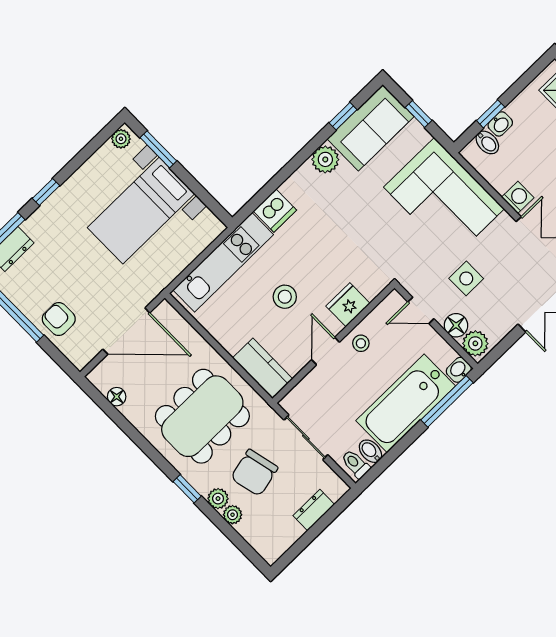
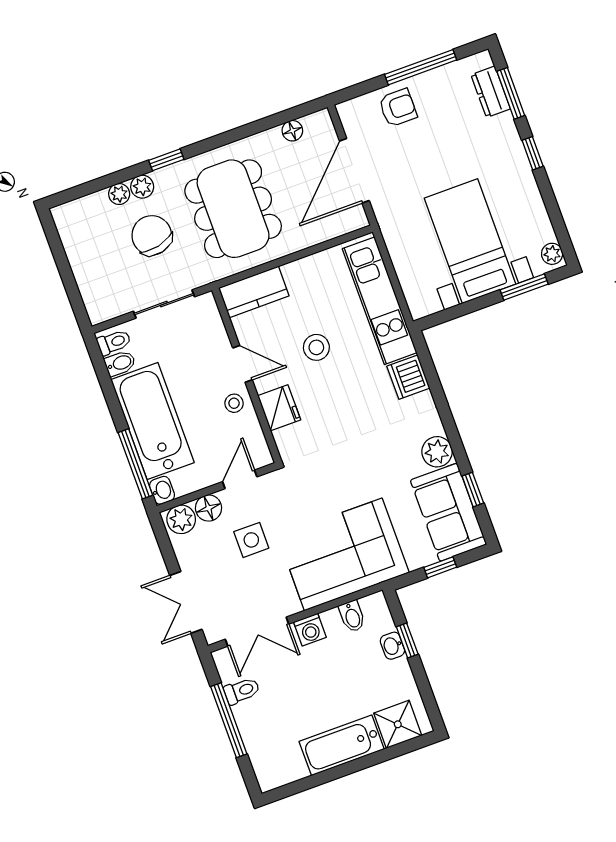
bidet: (487, 142) -> (352, 616), moved, turned -90
dresser: (314, 510) -> (86, 279), removed

